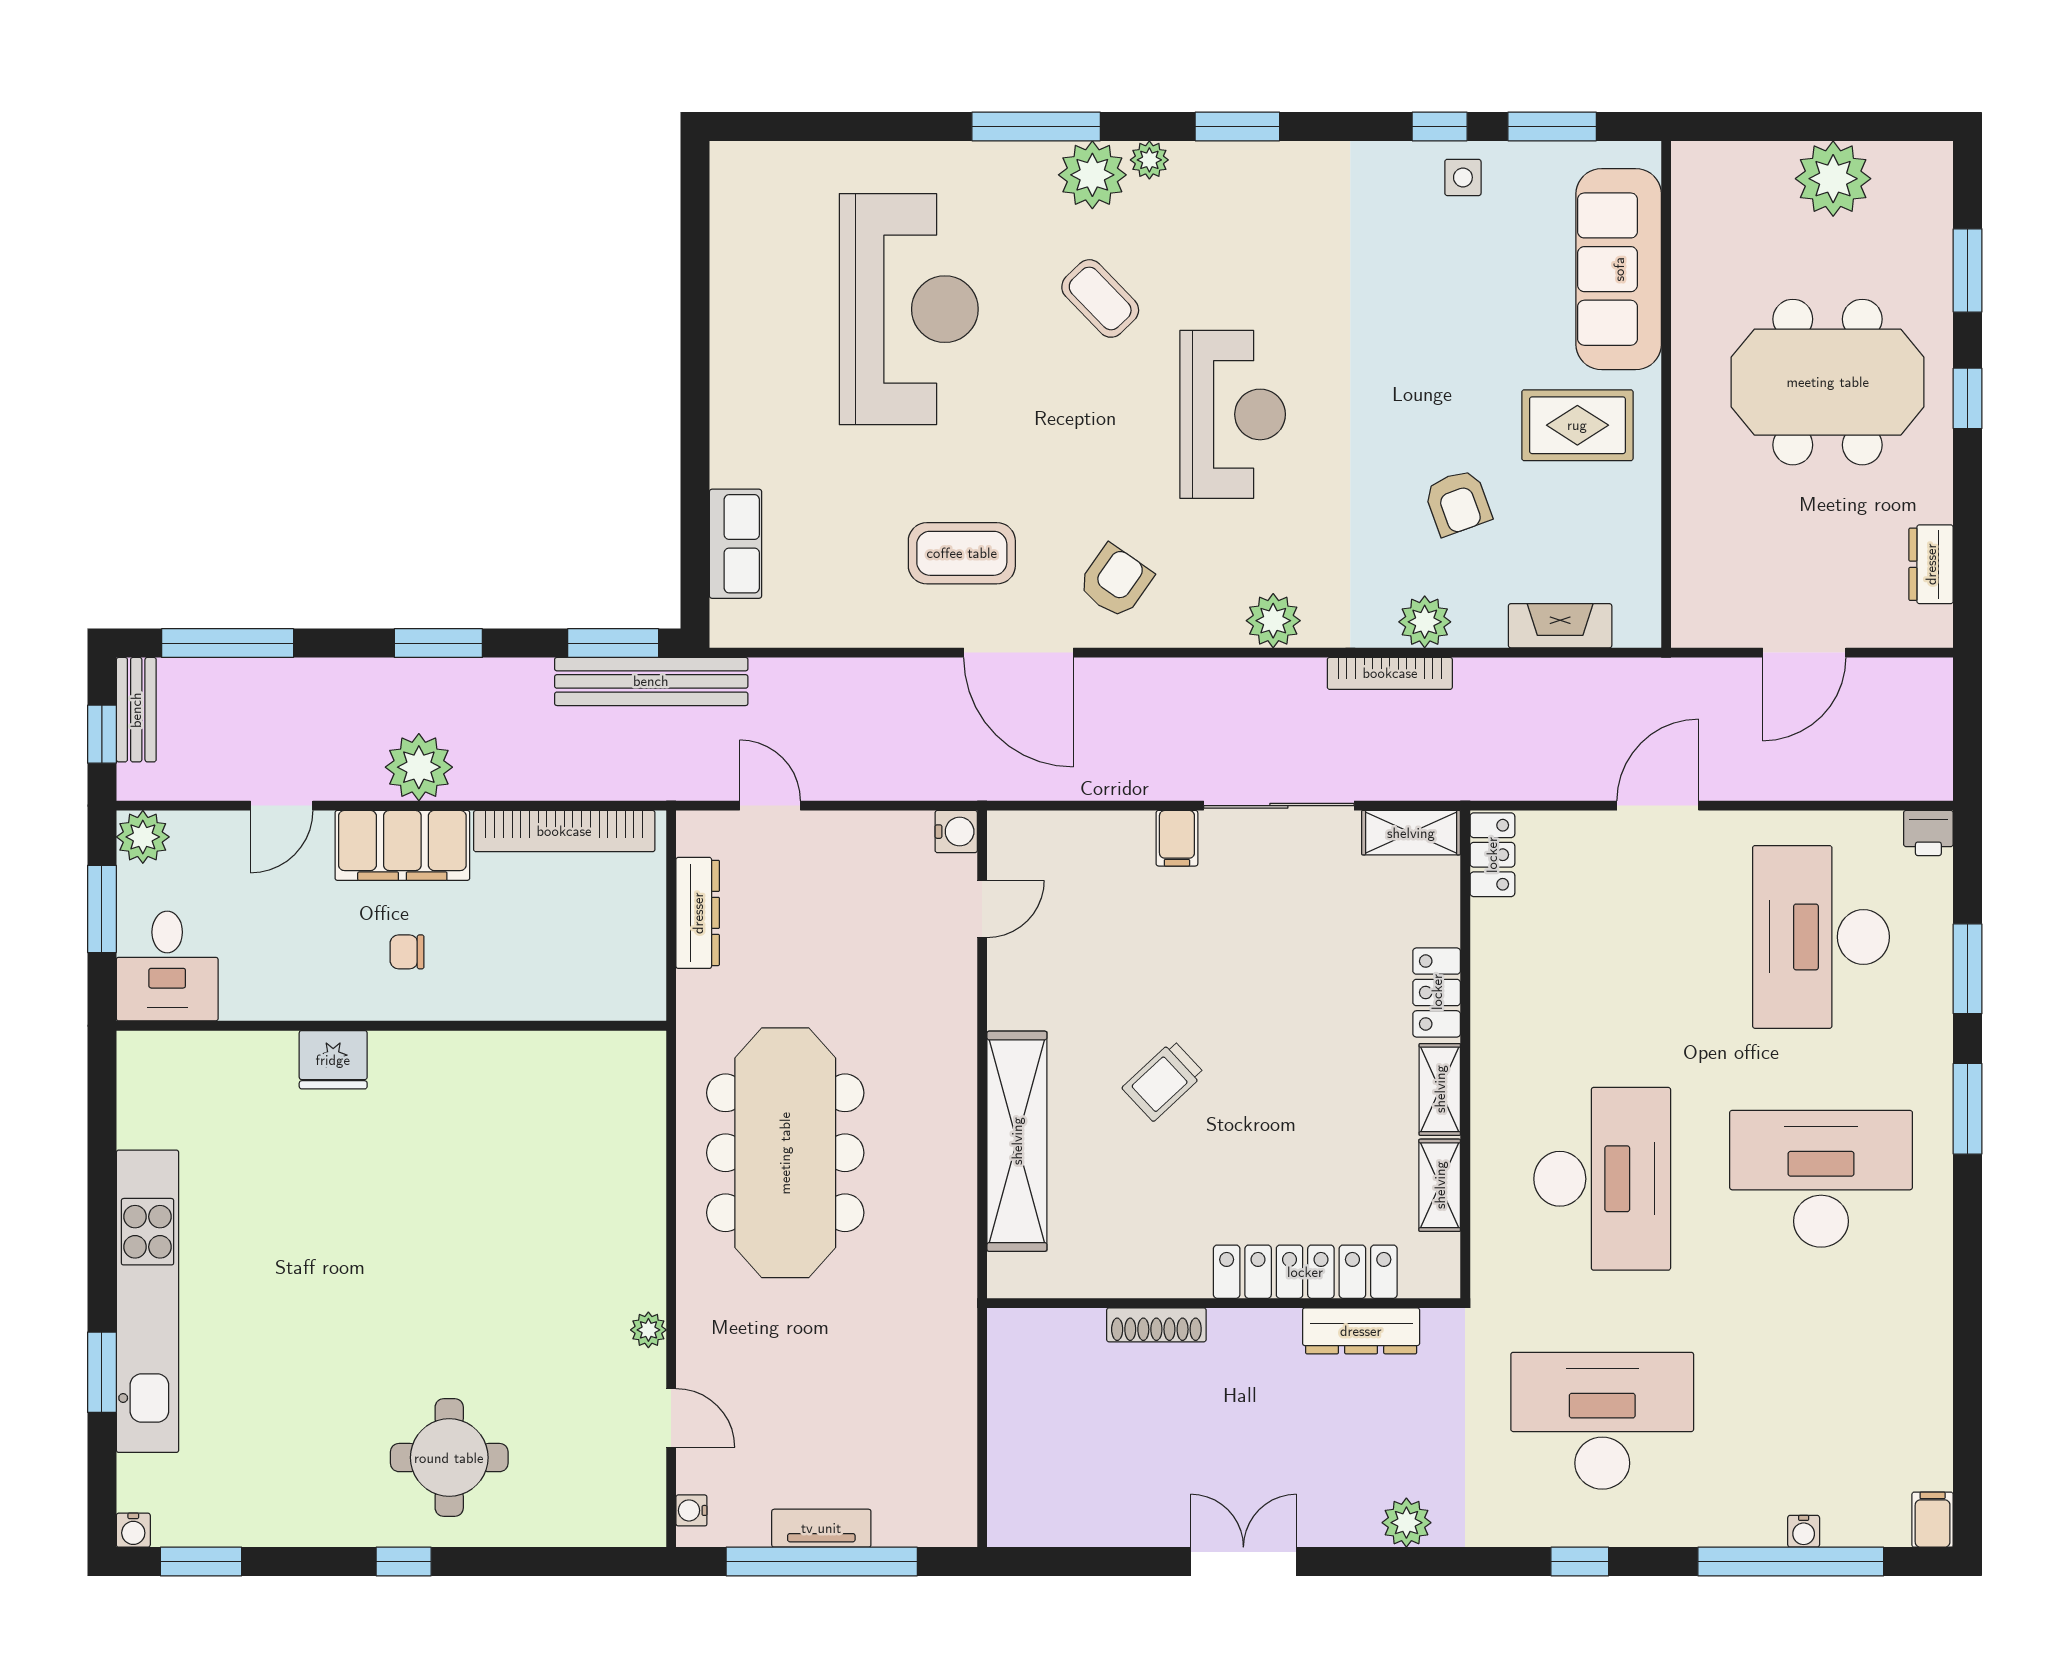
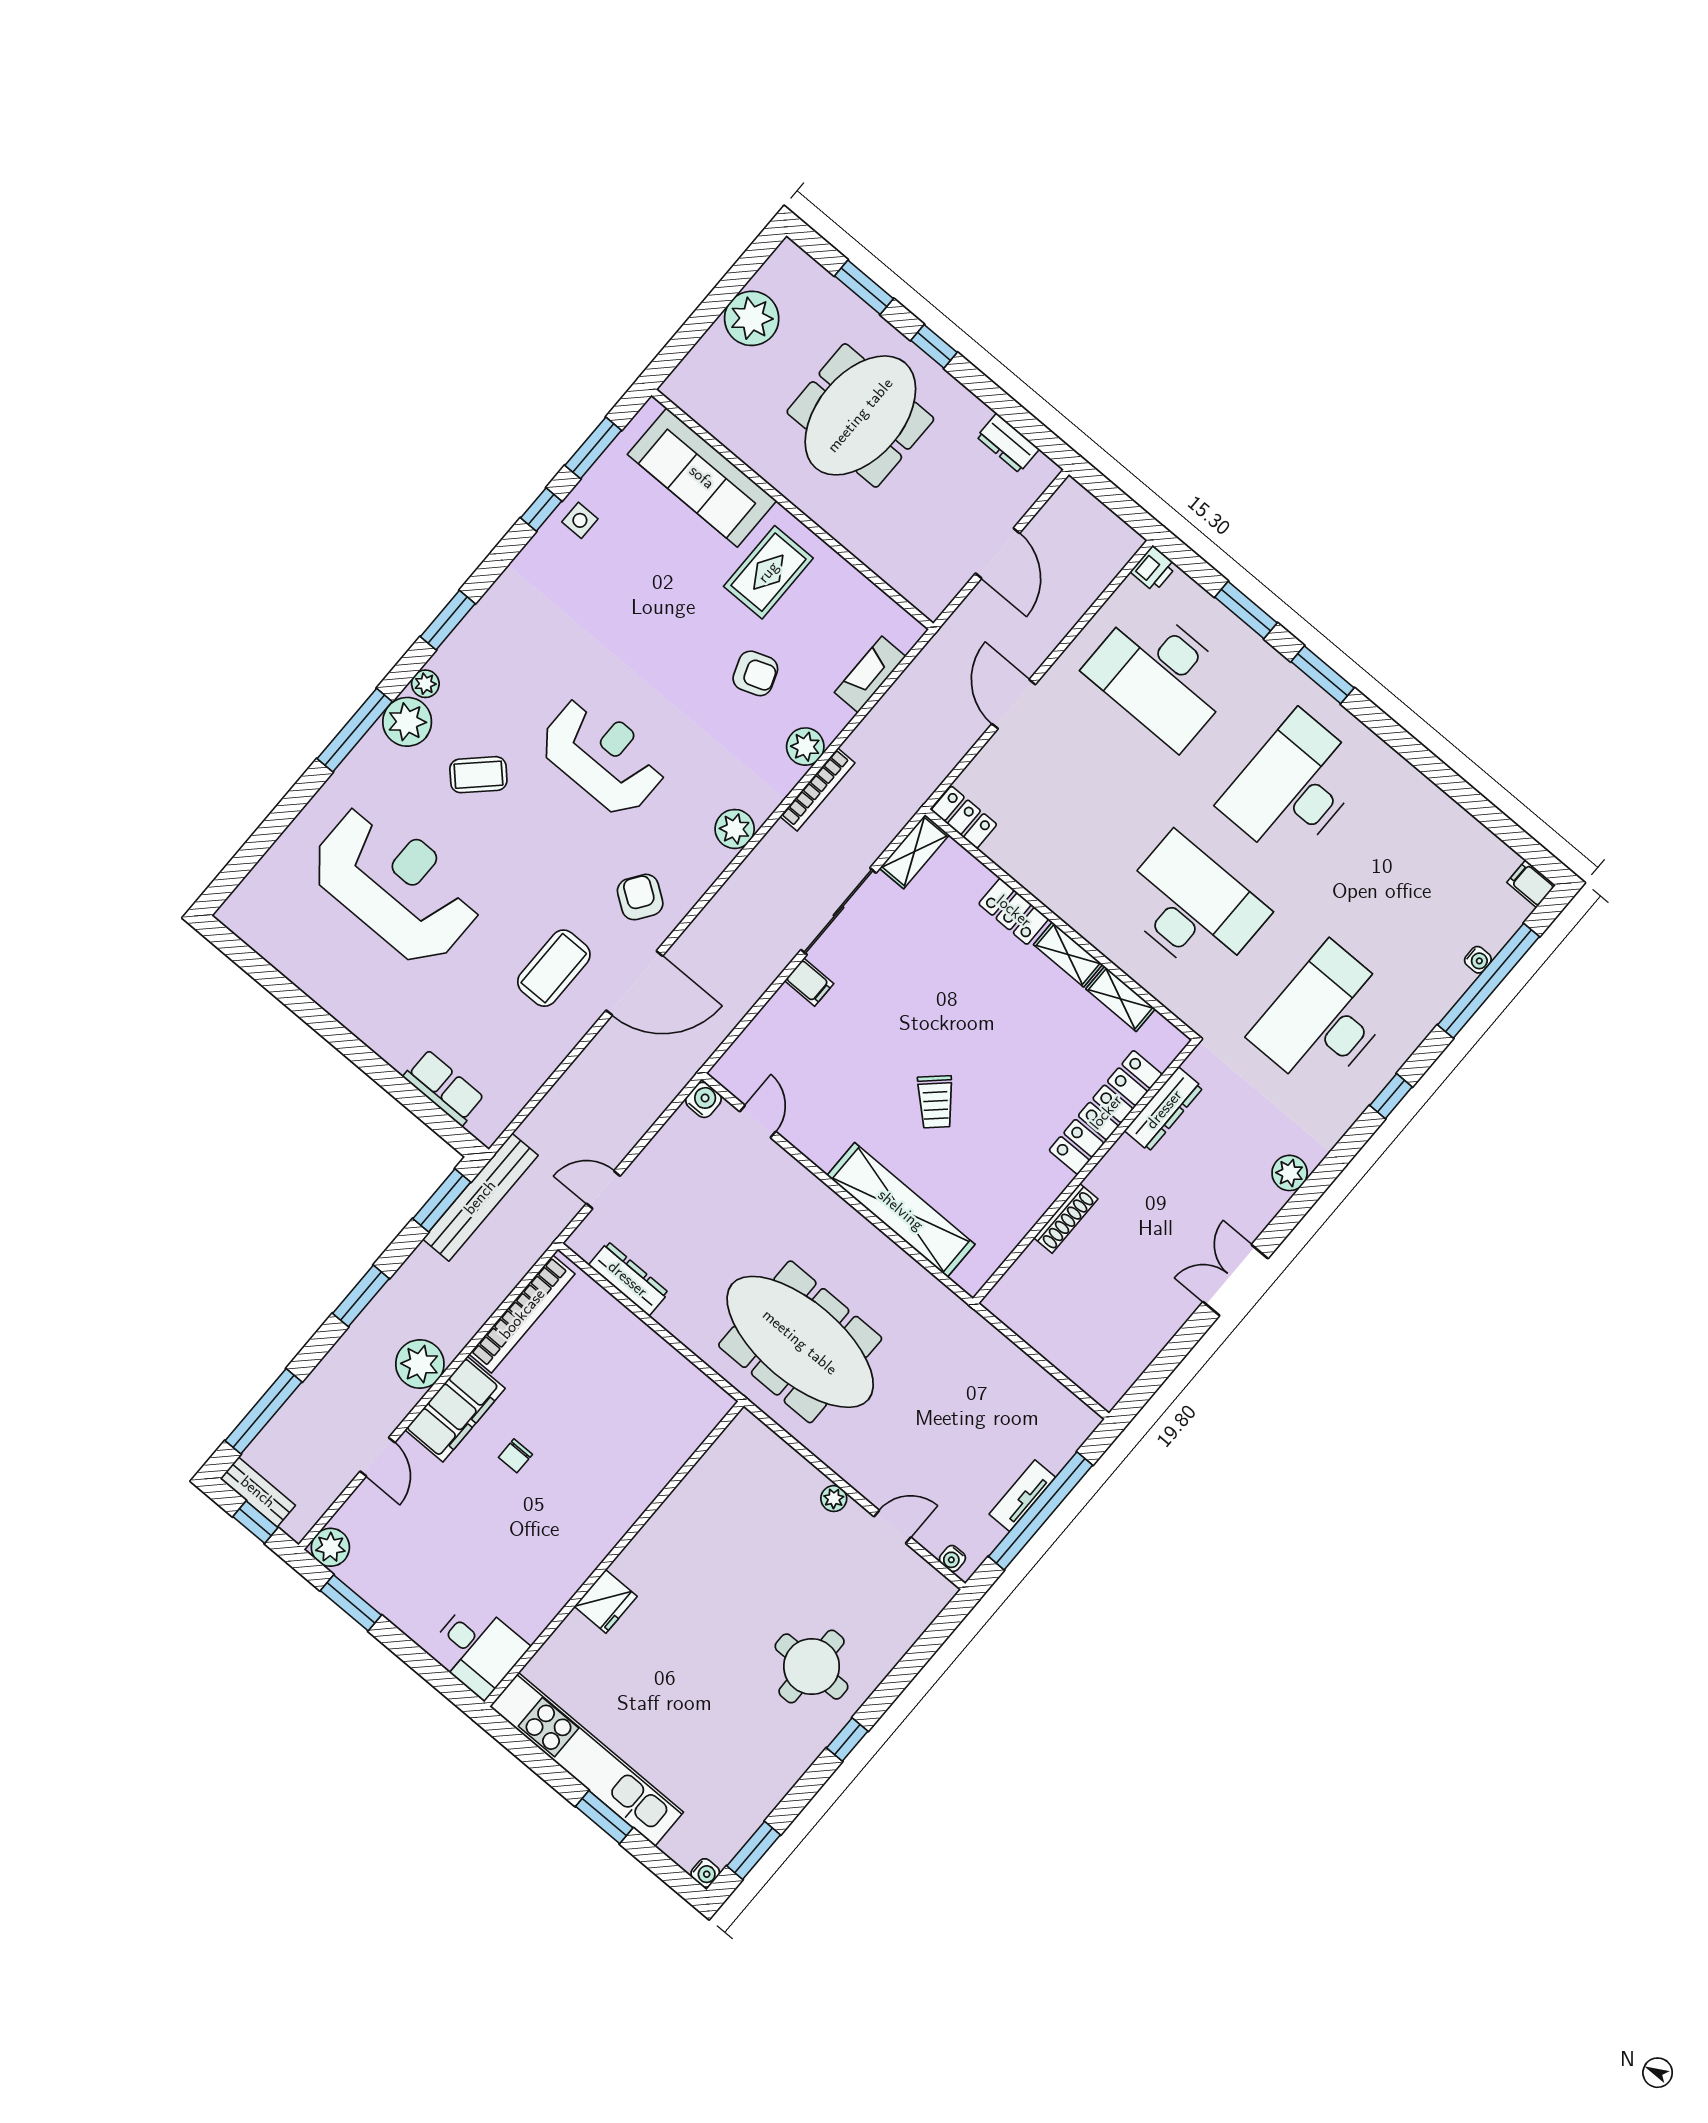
desk: (167, 966) -> (478, 1649), moved
wall: (391, 1026) -> (614, 1554), moved
fridge: (333, 1060) -> (606, 1601), moved

